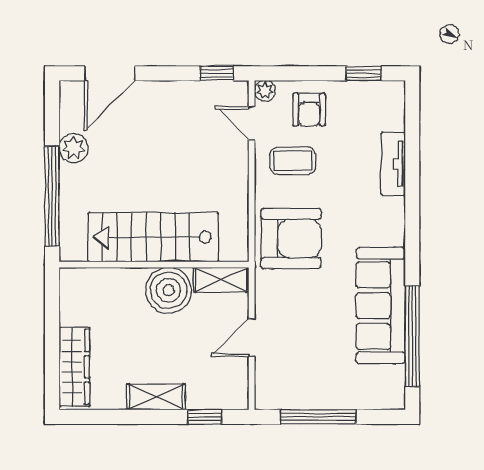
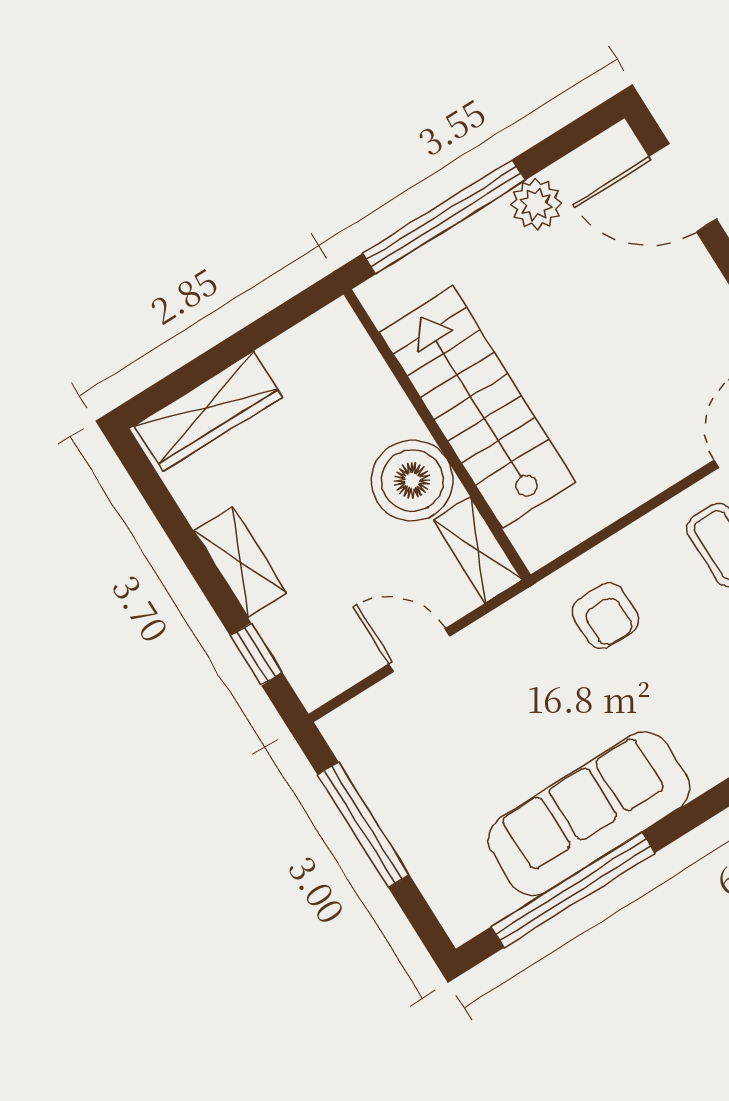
armchair: (291, 239) -> (605, 616), width x0.53, depth x0.53

